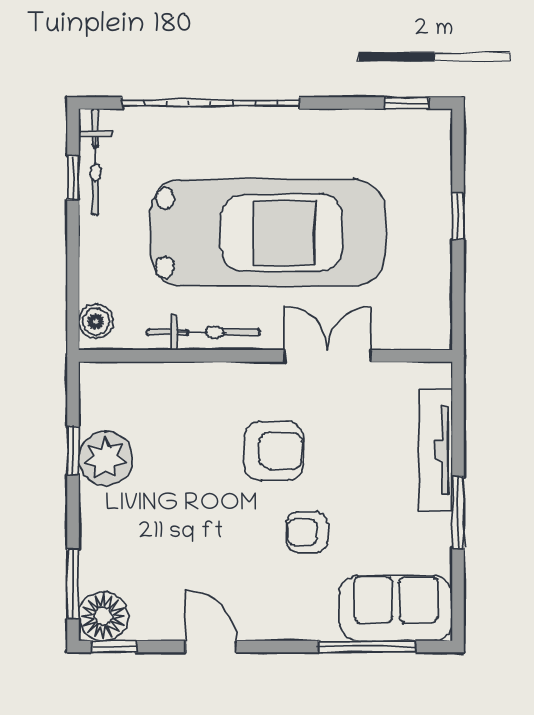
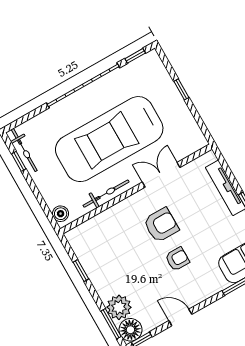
garage door: (211, 103) -> (83, 85), moved
car: (268, 233) -> (109, 139), turned 180
plant: (106, 458) -> (119, 307), moved
armchair: (307, 532) -> (177, 259), moved, turned 180

